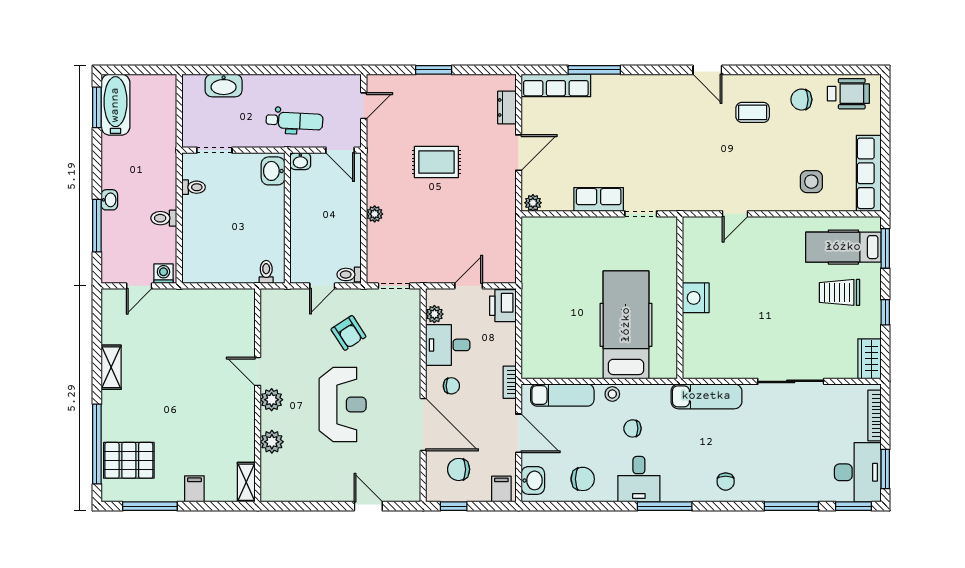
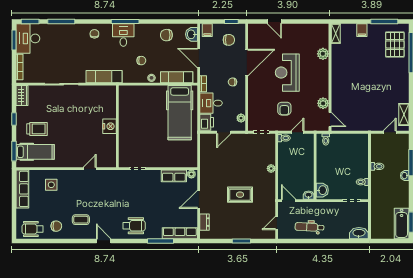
washbasin: (224, 86) -> (359, 233), moved
wheelchair: (647, 100) -> (134, 226), added
dental chair: (294, 121) -> (310, 227), moved
row of seats: (599, 199) -> (174, 176), moved
washing machine: (163, 274) -> (377, 138), removed
hospital bed: (626, 325) -> (180, 113), moved
armchair: (348, 333) -> (284, 109), turned -147
desk: (448, 345) -> (211, 103), moved, turned 180
shelving: (111, 367) -> (404, 114), moved
door: (258, 371) -> (330, 120), moved
plant: (272, 400) -> (323, 103), moved
door: (423, 424) -> (247, 63), swing flipped
pallet: (129, 460) -> (395, 44), turned 90
desk: (639, 479) -> (123, 35), moved

